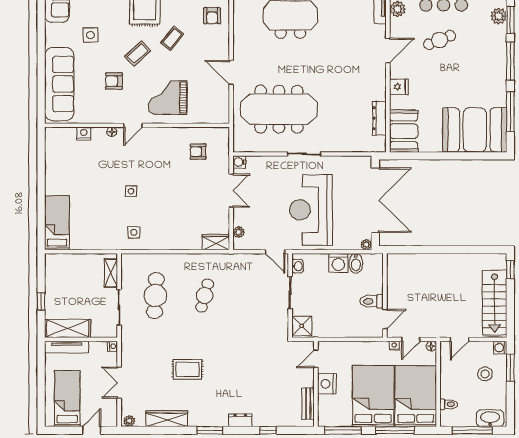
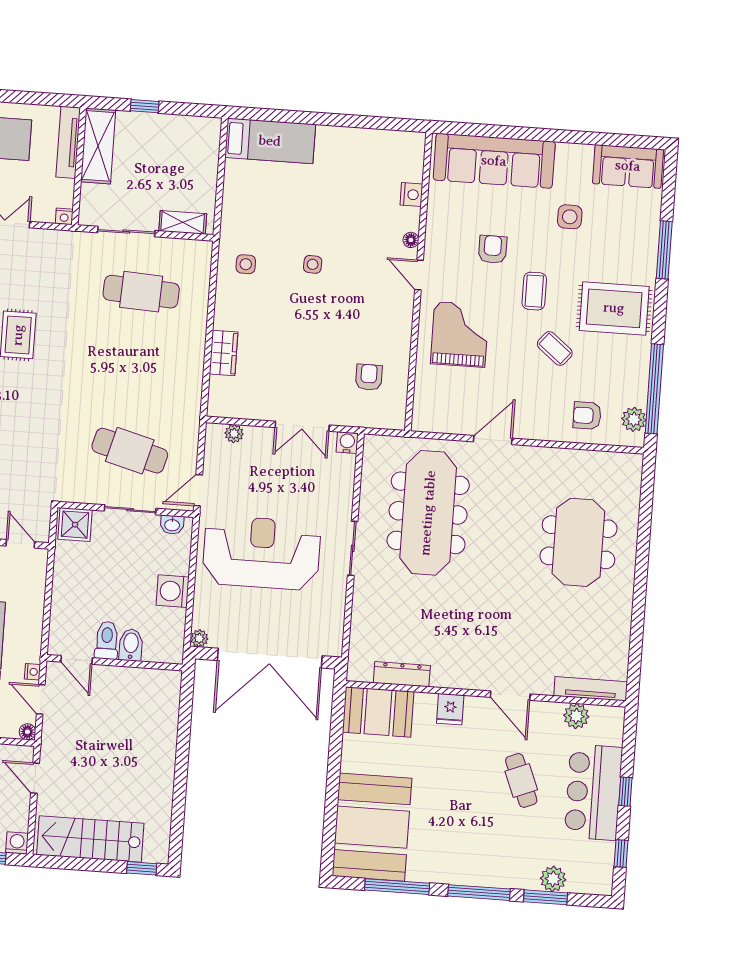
coffee table: (138, 54) -> (534, 291), turned 43
wardrobe: (216, 242) -> (224, 353), moved
bidet: (356, 263) -> (131, 645), moved, turned 90
cafe table: (205, 296) -> (130, 451), moved, width x1.37, depth x1.35

